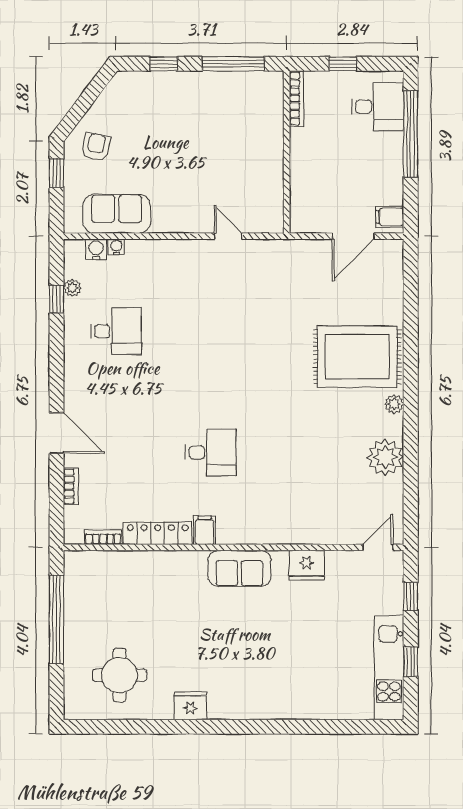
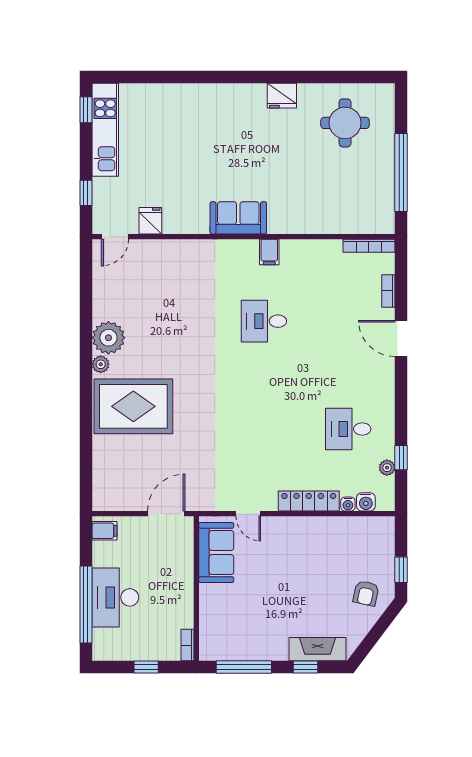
fireplace: (150, 84) -> (318, 649), added
bookcase: (296, 99) -> (187, 645), width x0.64
desk: (378, 107) -> (115, 597), moved, width x1.37
sofa: (117, 214) -> (216, 553), moved, turned -90
door: (353, 236) -> (166, 514), moved
plant: (385, 457) -> (108, 338), moved
locker: (158, 533) -> (309, 501), moved, turned 180
bookcase: (103, 537) -> (369, 246), width x1.56
fridge: (307, 565) -> (150, 221), moved, width x0.72
window: (411, 662) -> (86, 110), moved

